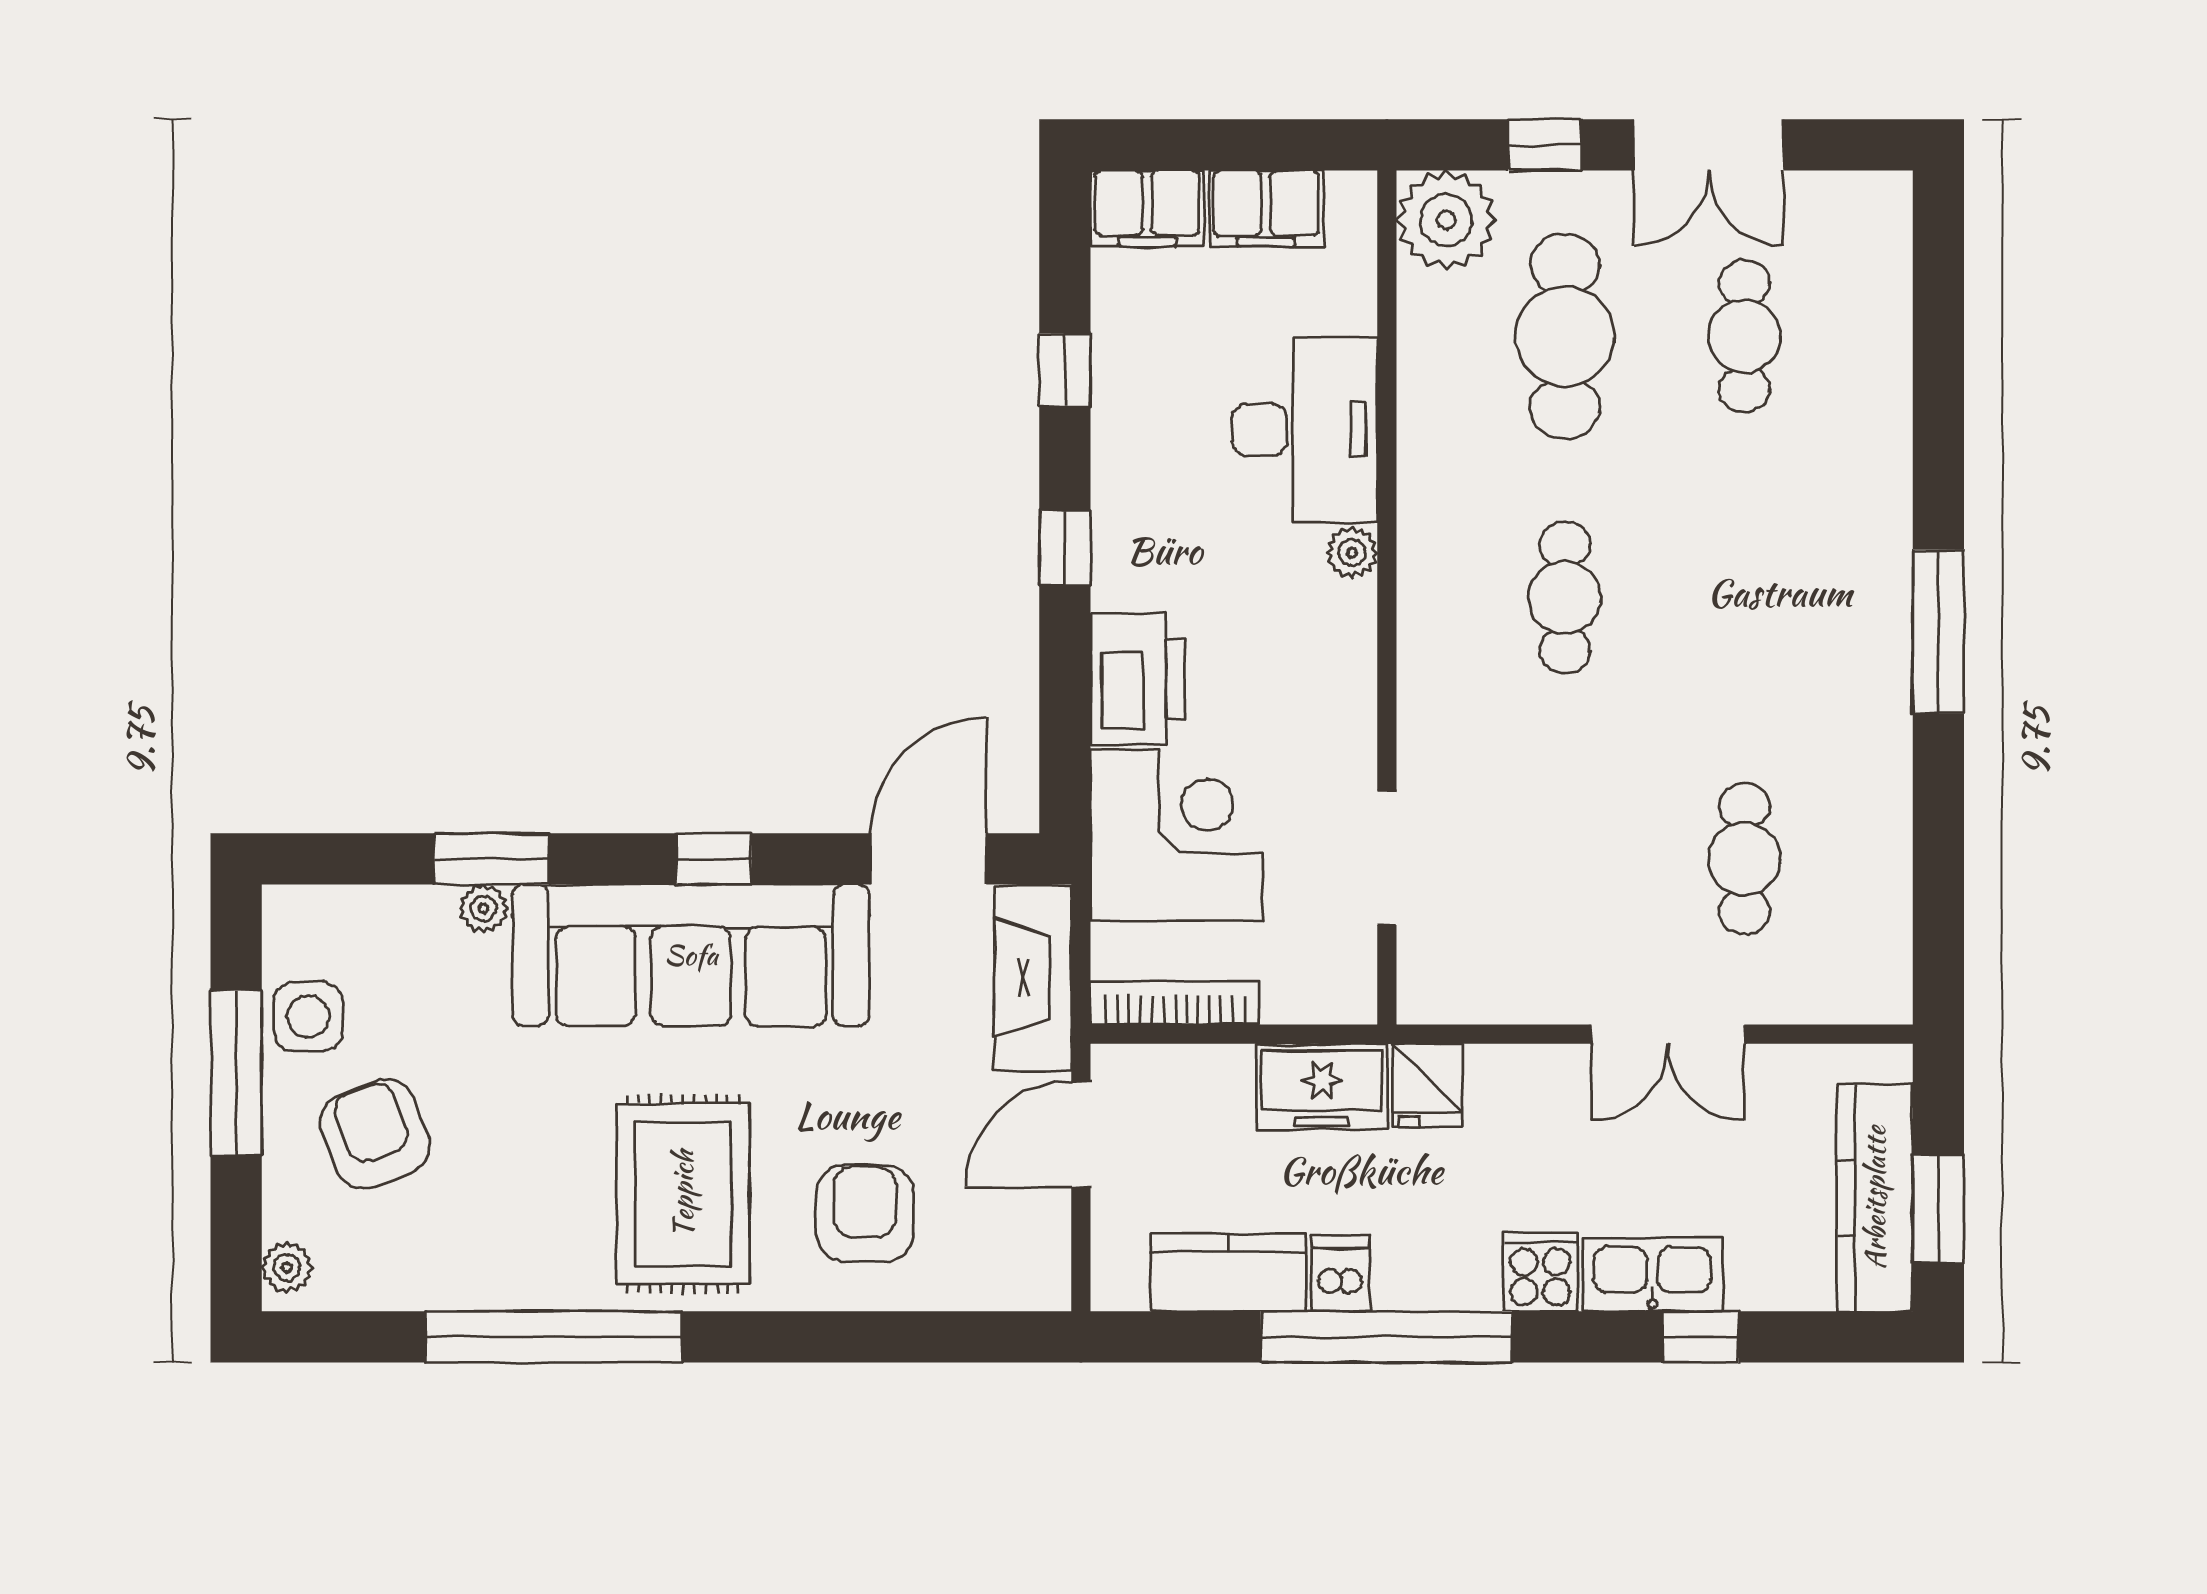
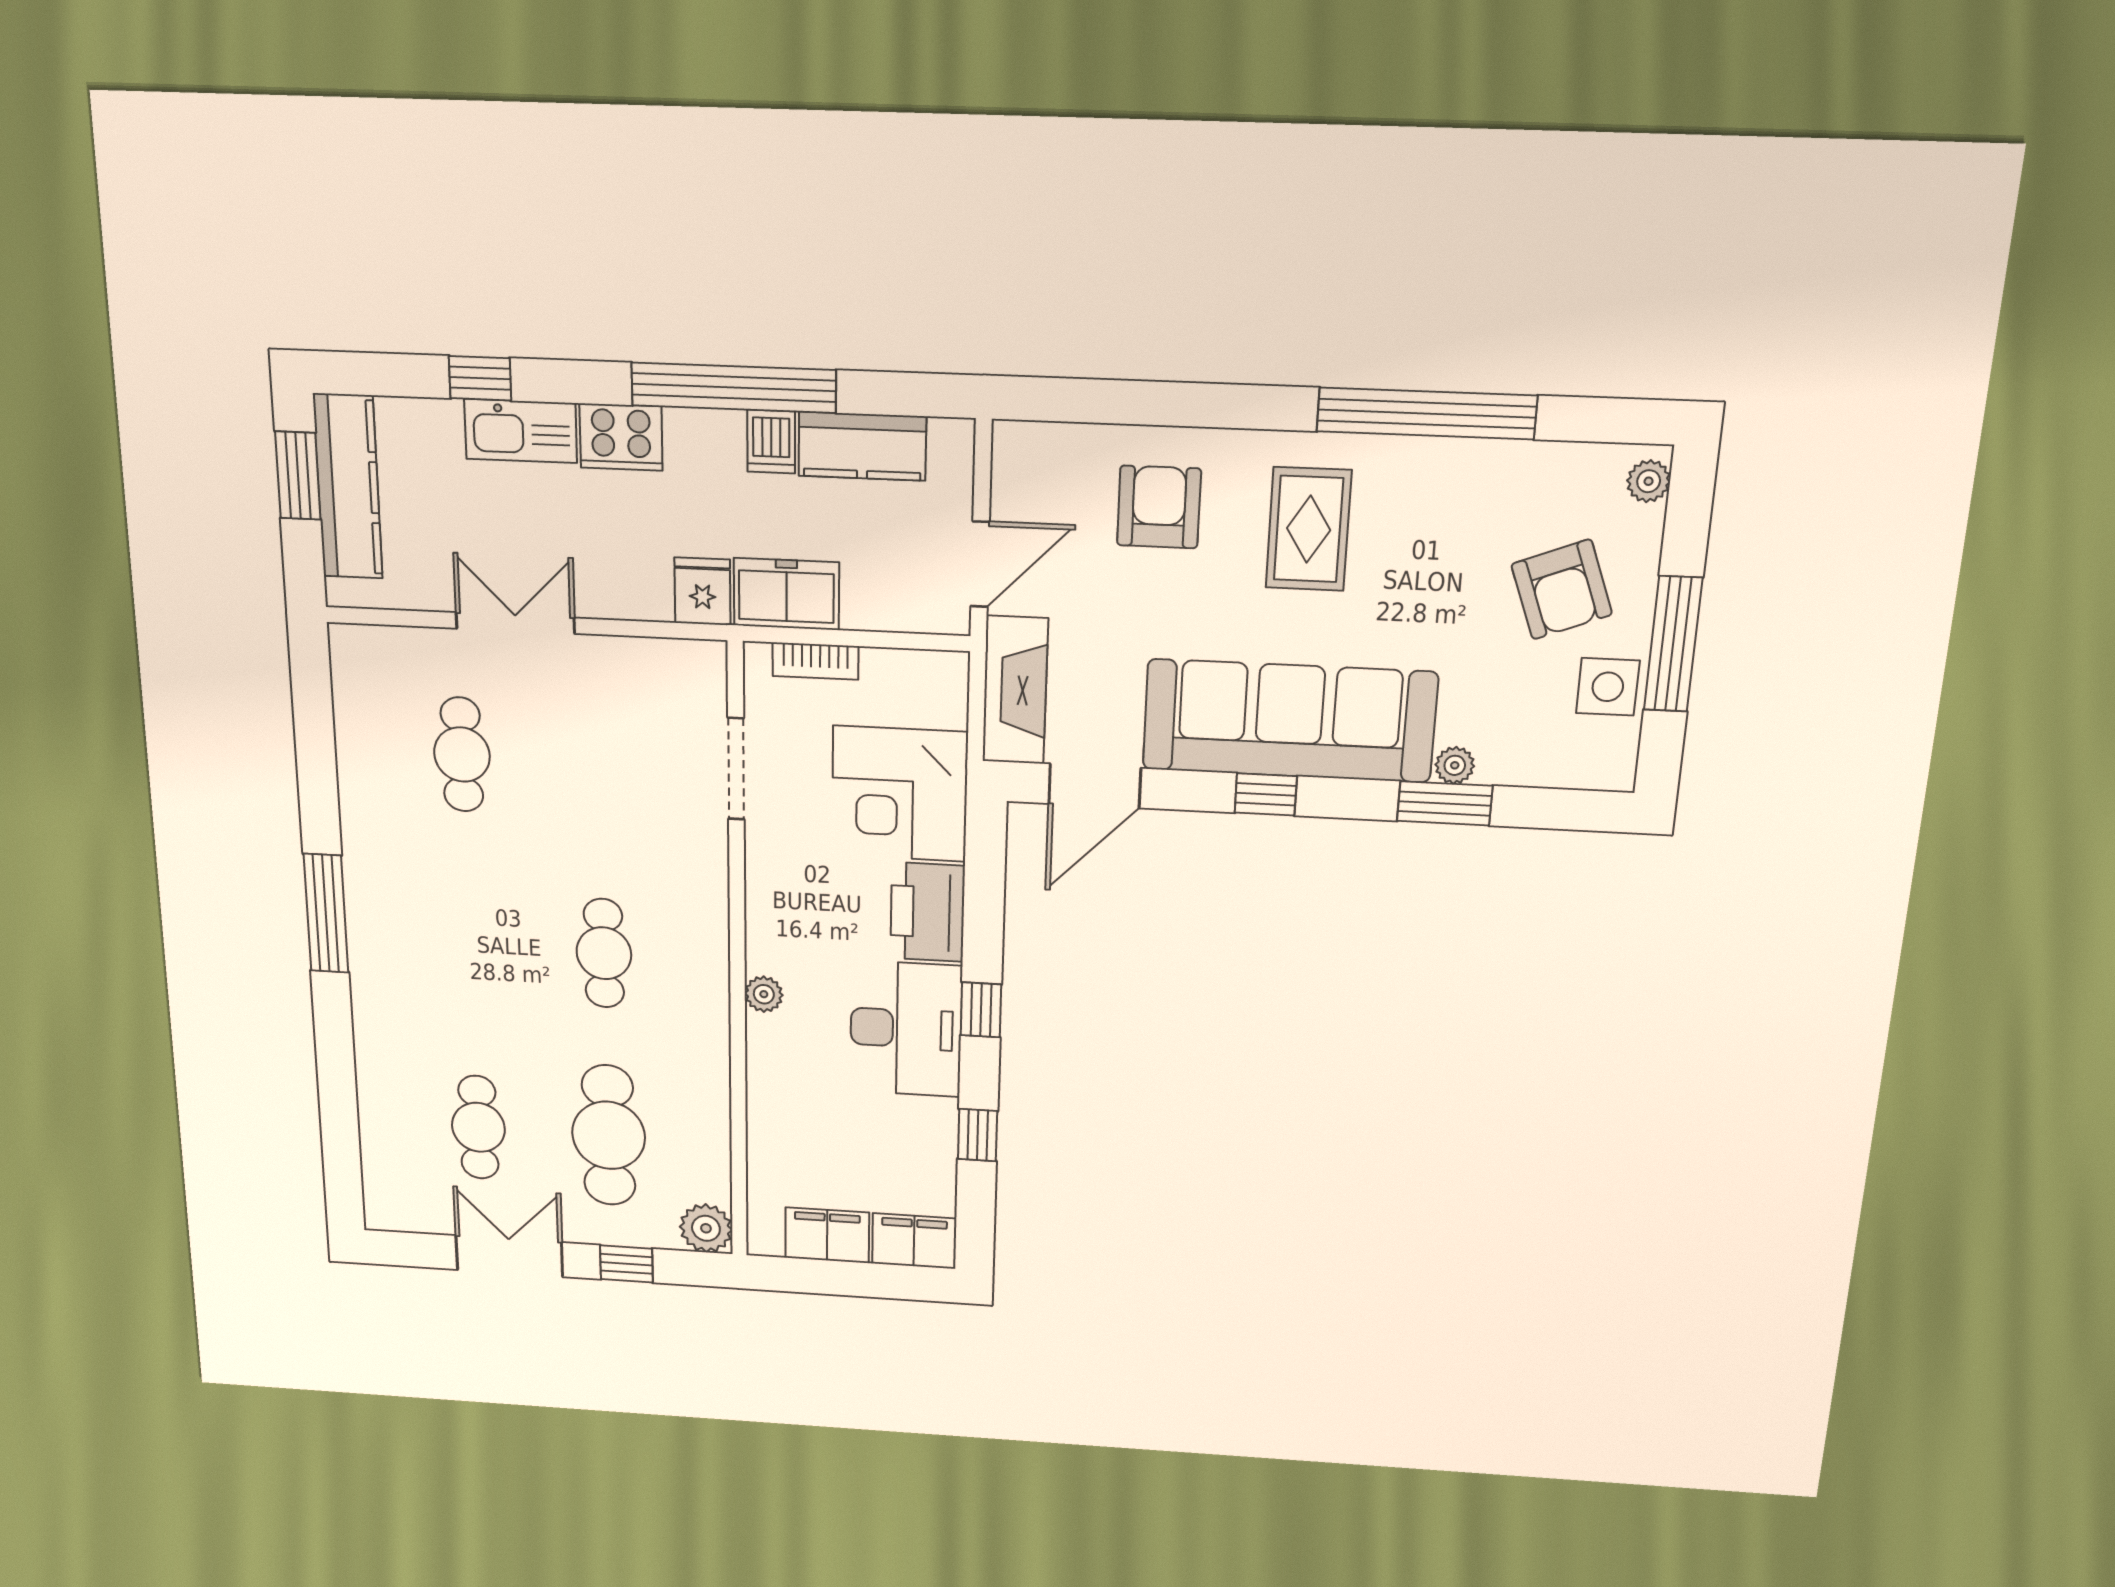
plant: (1446, 220) -> (706, 1228), width x0.73, depth x0.73
desk: (1305, 430) -> (906, 1029), moved, turned 180
bookcase: (1175, 1003) -> (815, 661), moved, width x0.64
rug: (683, 1194) -> (1309, 529), width x0.73, depth x0.70
armchair: (865, 1213) -> (1159, 507), turned 180
cooker: (1540, 1272) -> (621, 437), width x1.36

